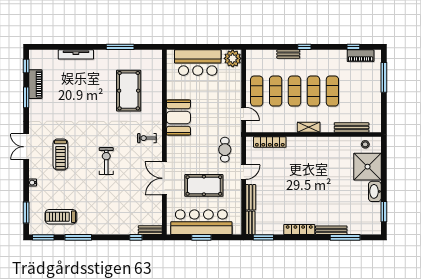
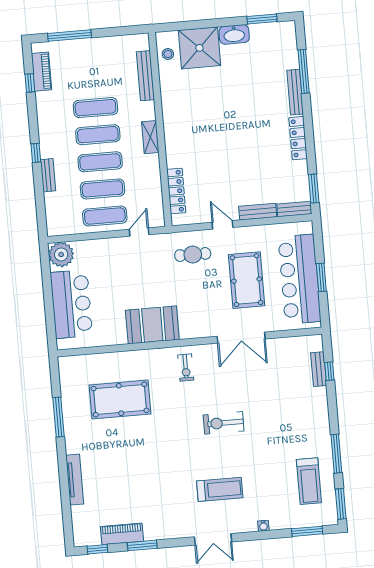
bench: (150, 230) -> (319, 369), moved

